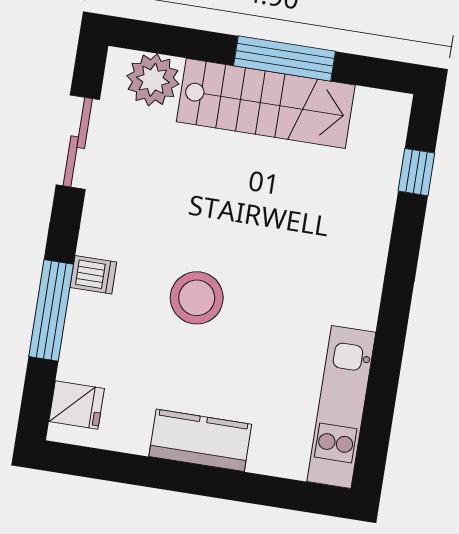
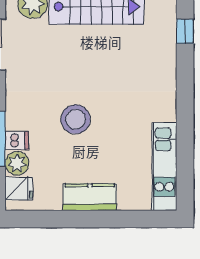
dishwasher: (93, 275) -> (17, 141), moved
plant: (80, 360) -> (17, 163), added

